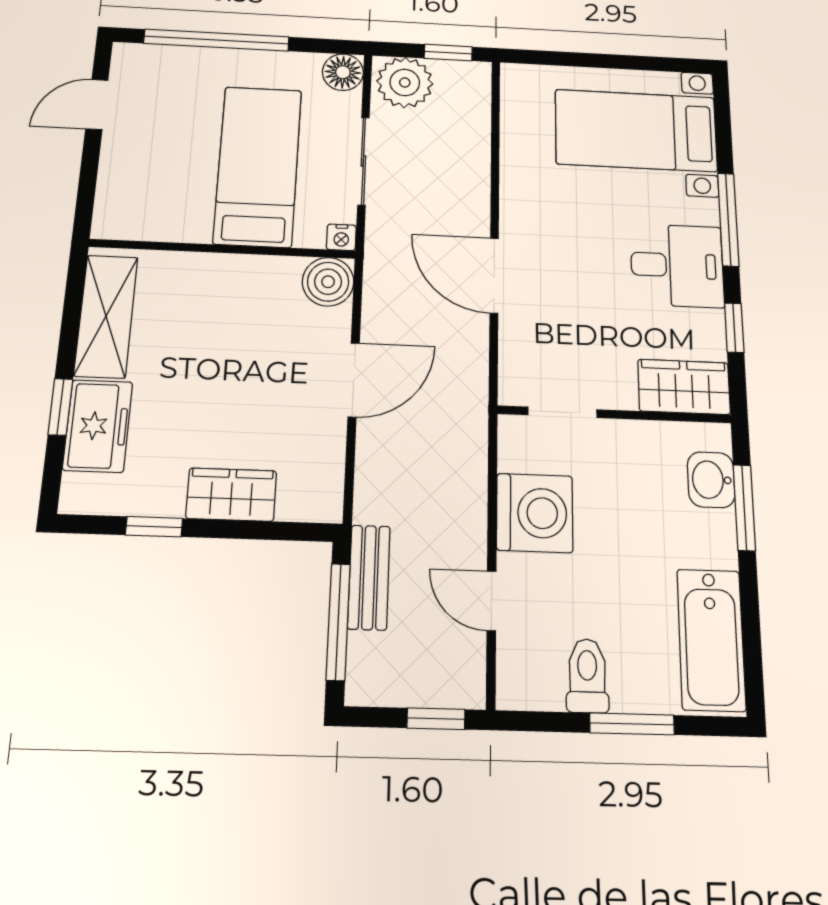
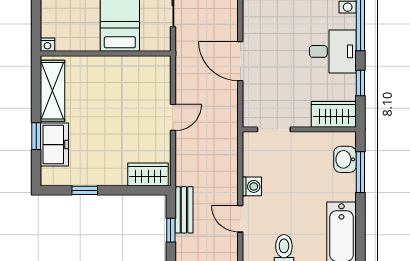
nightstand: (341, 237) -> (47, 45), moved
boiler: (328, 282) -> (158, 68), removed
door: (354, 380) -> (173, 117), width x0.73
wardrobe: (231, 495) -> (148, 175), moved
washing machine: (535, 513) -> (252, 186), width x0.53, depth x0.53
window: (338, 622) -> (171, 230), width x0.46

